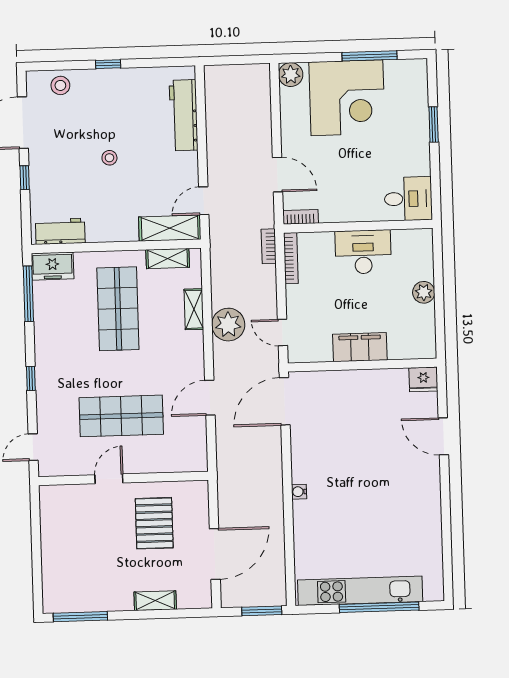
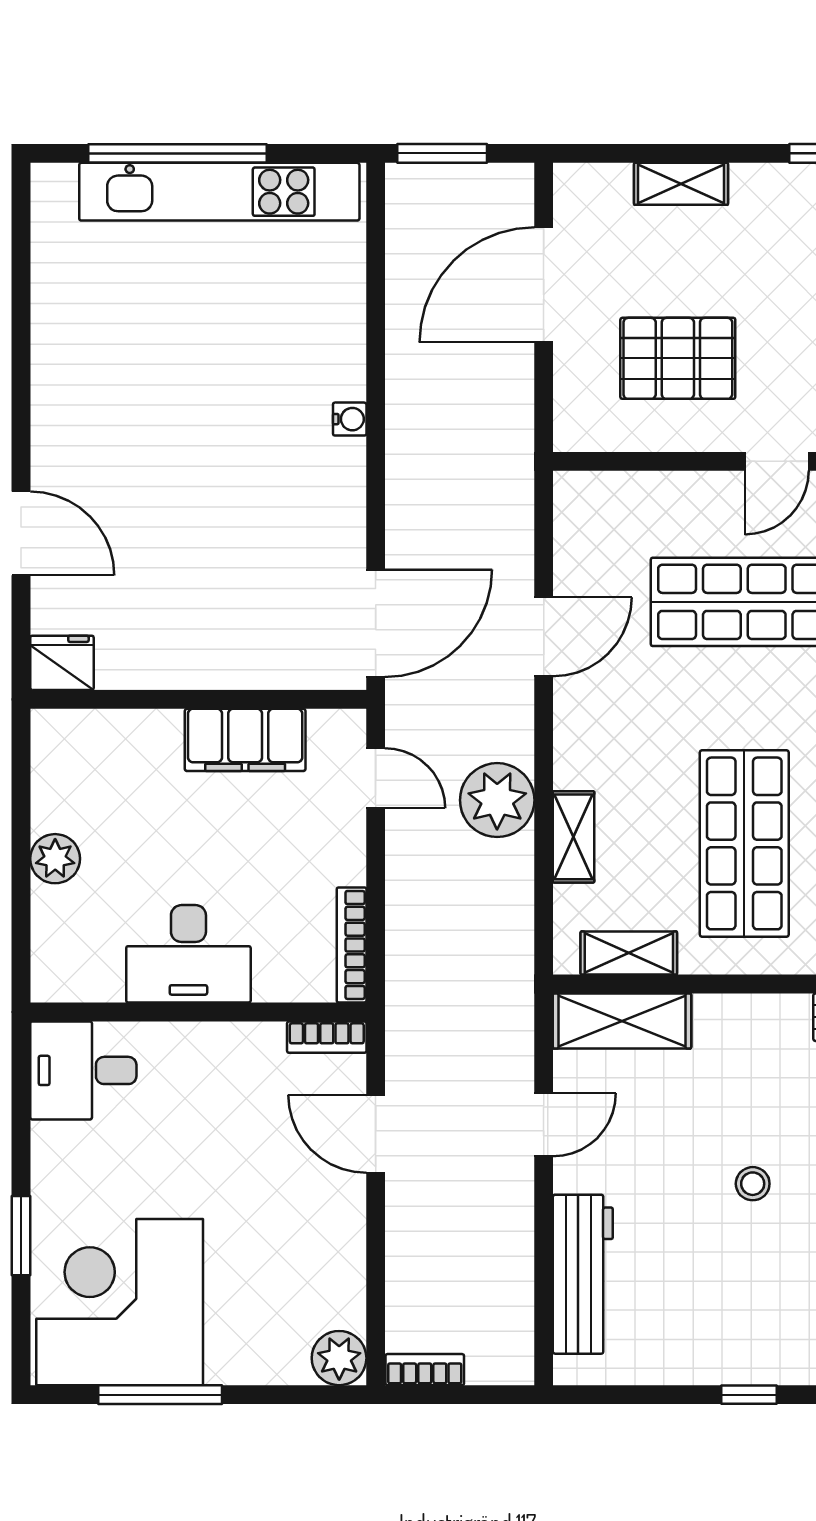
corner desk: (347, 98) -> (120, 1302), moved
door: (204, 201) -> (544, 1125), moved
bookcase: (269, 246) -> (425, 1370), moved, turned -90
filing cabinet: (360, 347) -> (245, 740), moved
pallet: (154, 523) -> (678, 358), turned 90

